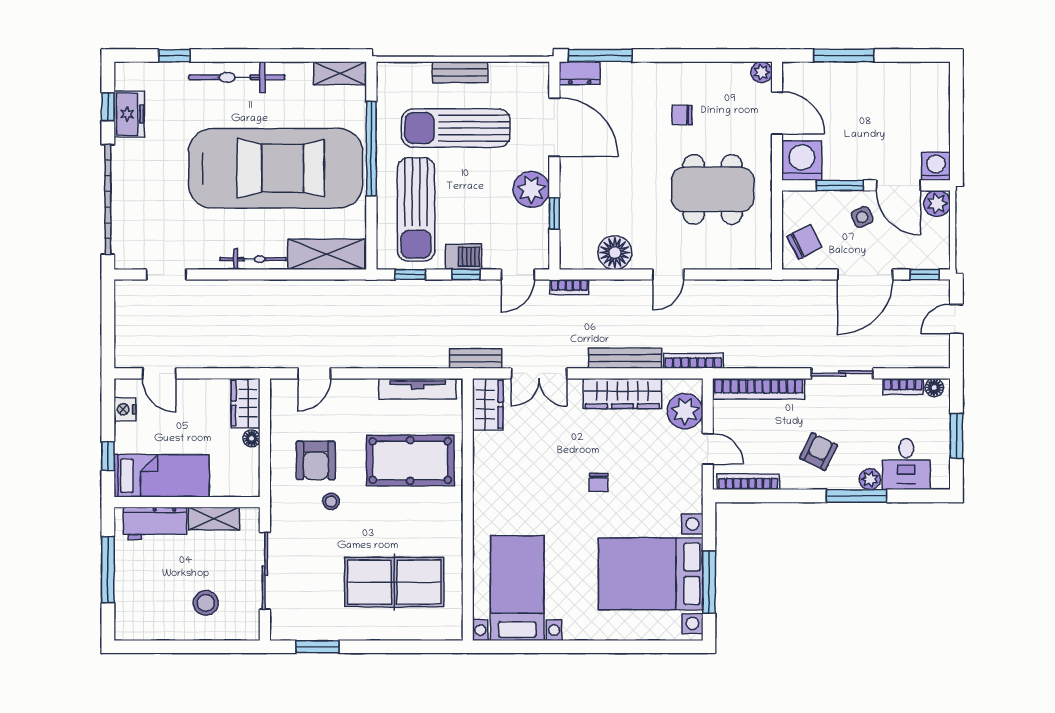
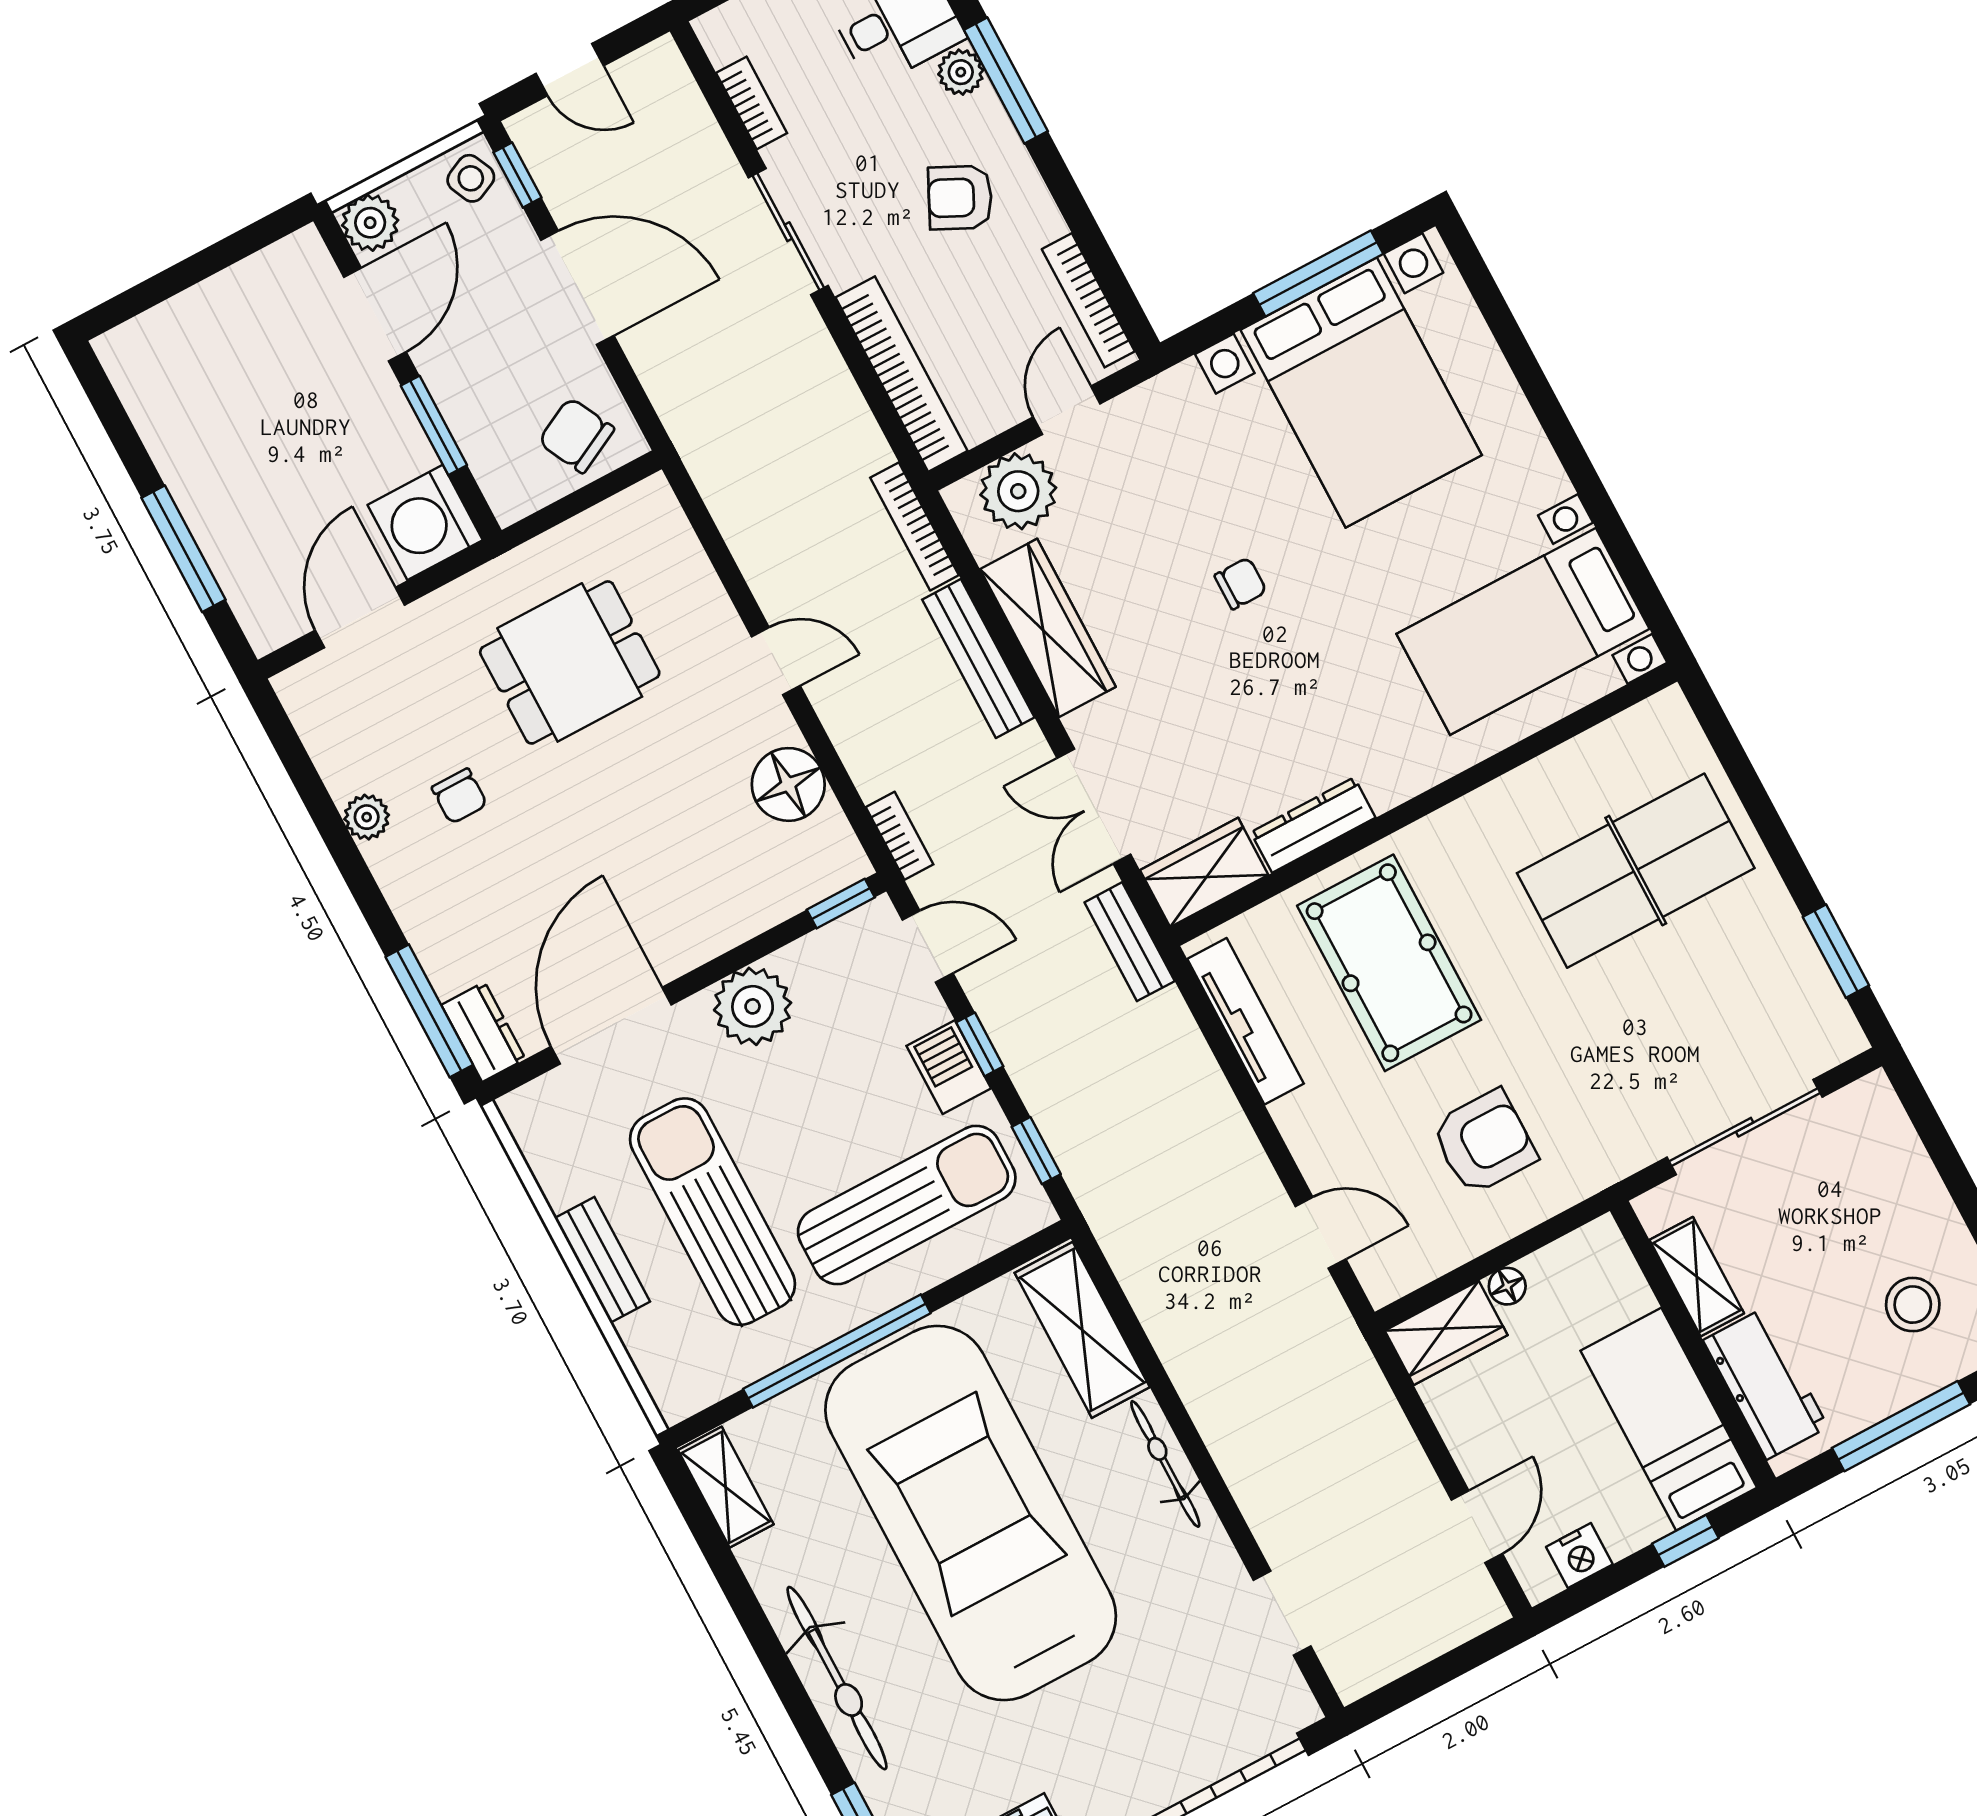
plant: (762, 72) -> (367, 817), moved
sun lounger: (456, 128) -> (713, 1212), turned 180
washing machine: (936, 166) -> (301, 262), removed
dining table: (713, 189) -> (570, 662), width x0.73
window: (554, 213) -> (841, 904), moved
side table: (862, 217) -> (471, 178), moved
double door: (539, 373) -> (1094, 806), swing flipped
floor lamp: (934, 388) -> (722, 43), removed
dresser: (483, 459) -> (1313, 825), added
stool: (331, 501) -> (1546, 1072), removed
table tennis table: (394, 582) -> (1636, 871), turned 90
stool: (206, 603) -> (1913, 1305), moved

